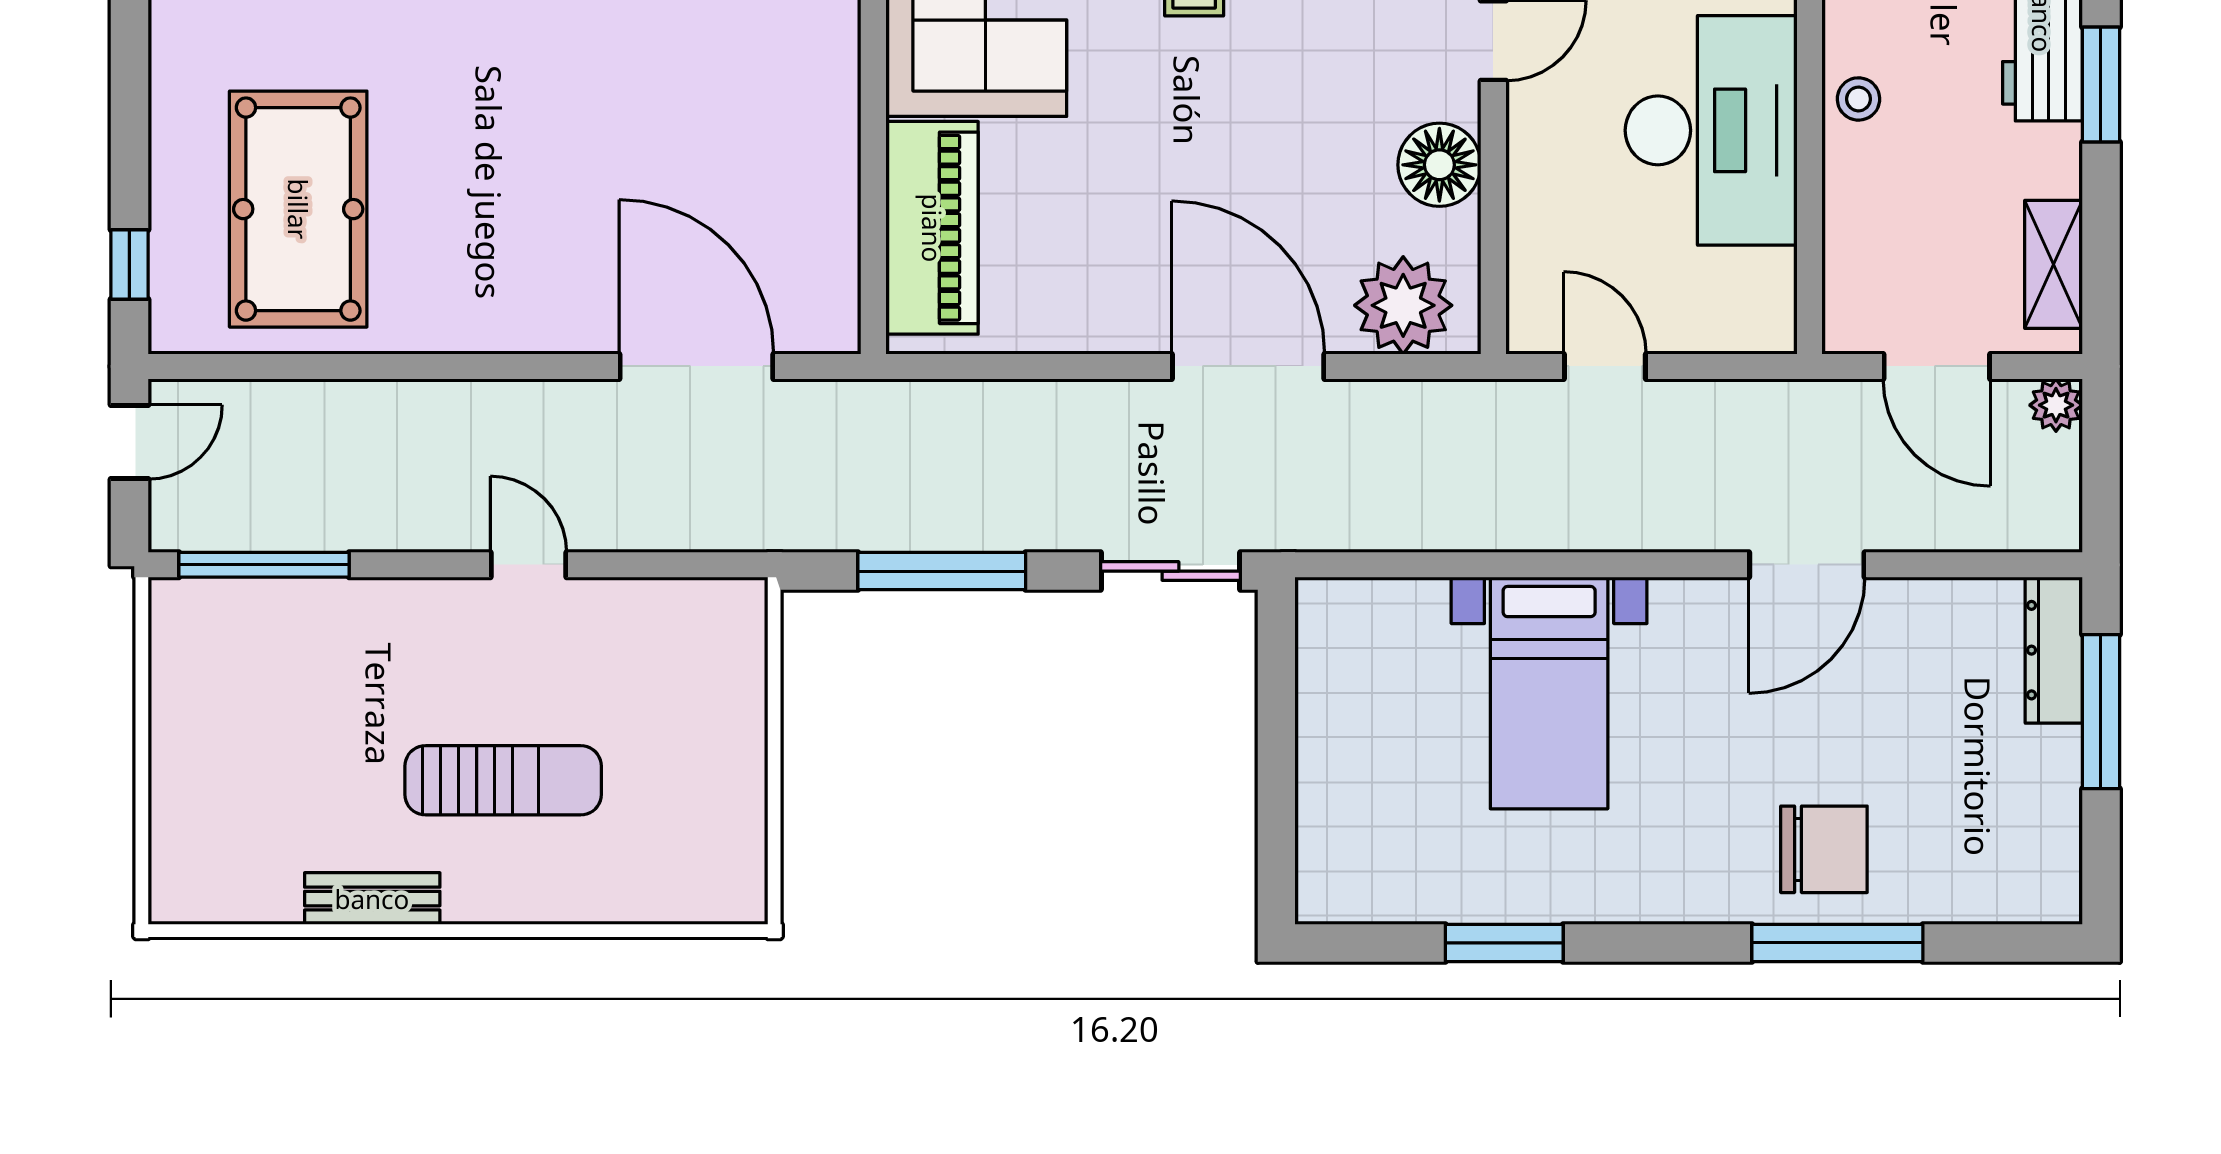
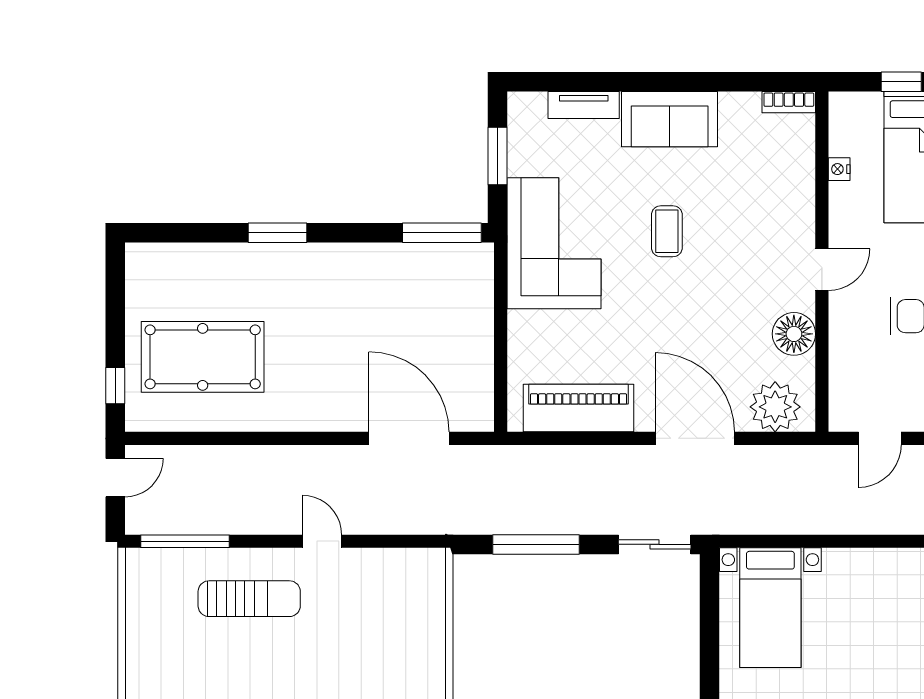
pool table: (298, 209) -> (203, 357), turned 90
piano: (932, 228) -> (579, 408), moved, turned -90
door: (1605, 366) -> (880, 438), swing flipped
bed with nightstands: (1549, 693) -> (770, 608), moved
sun lounger: (503, 780) -> (249, 599), moved

